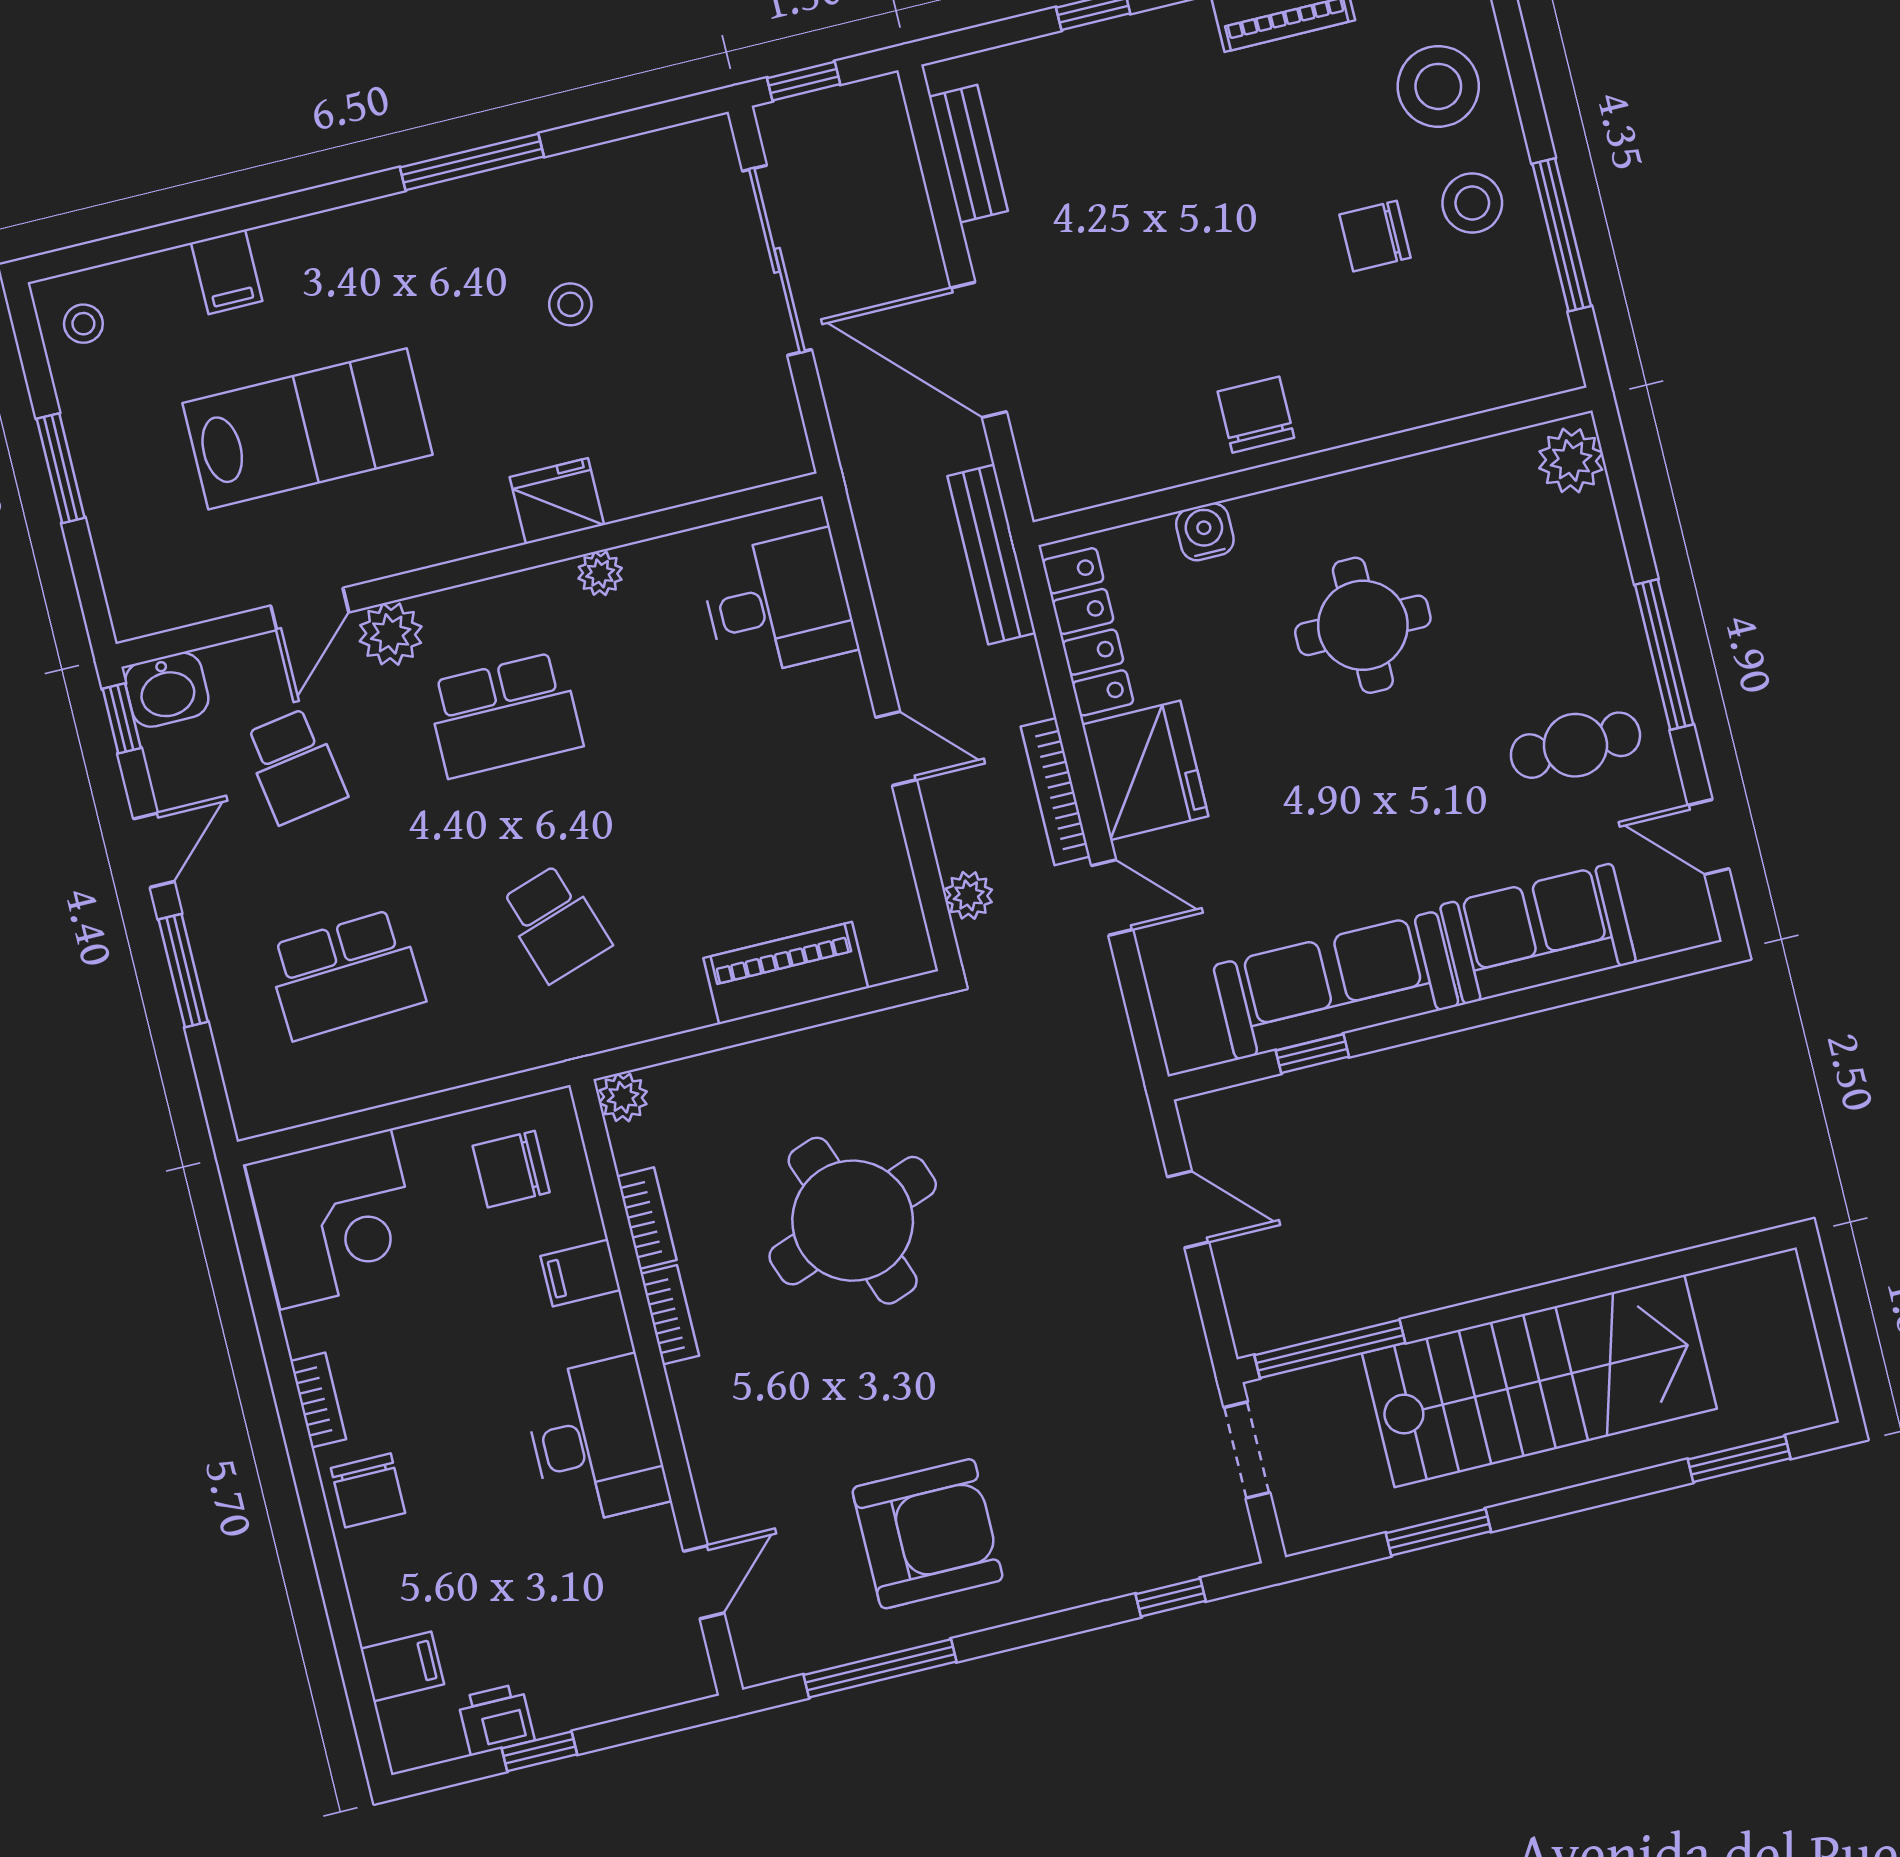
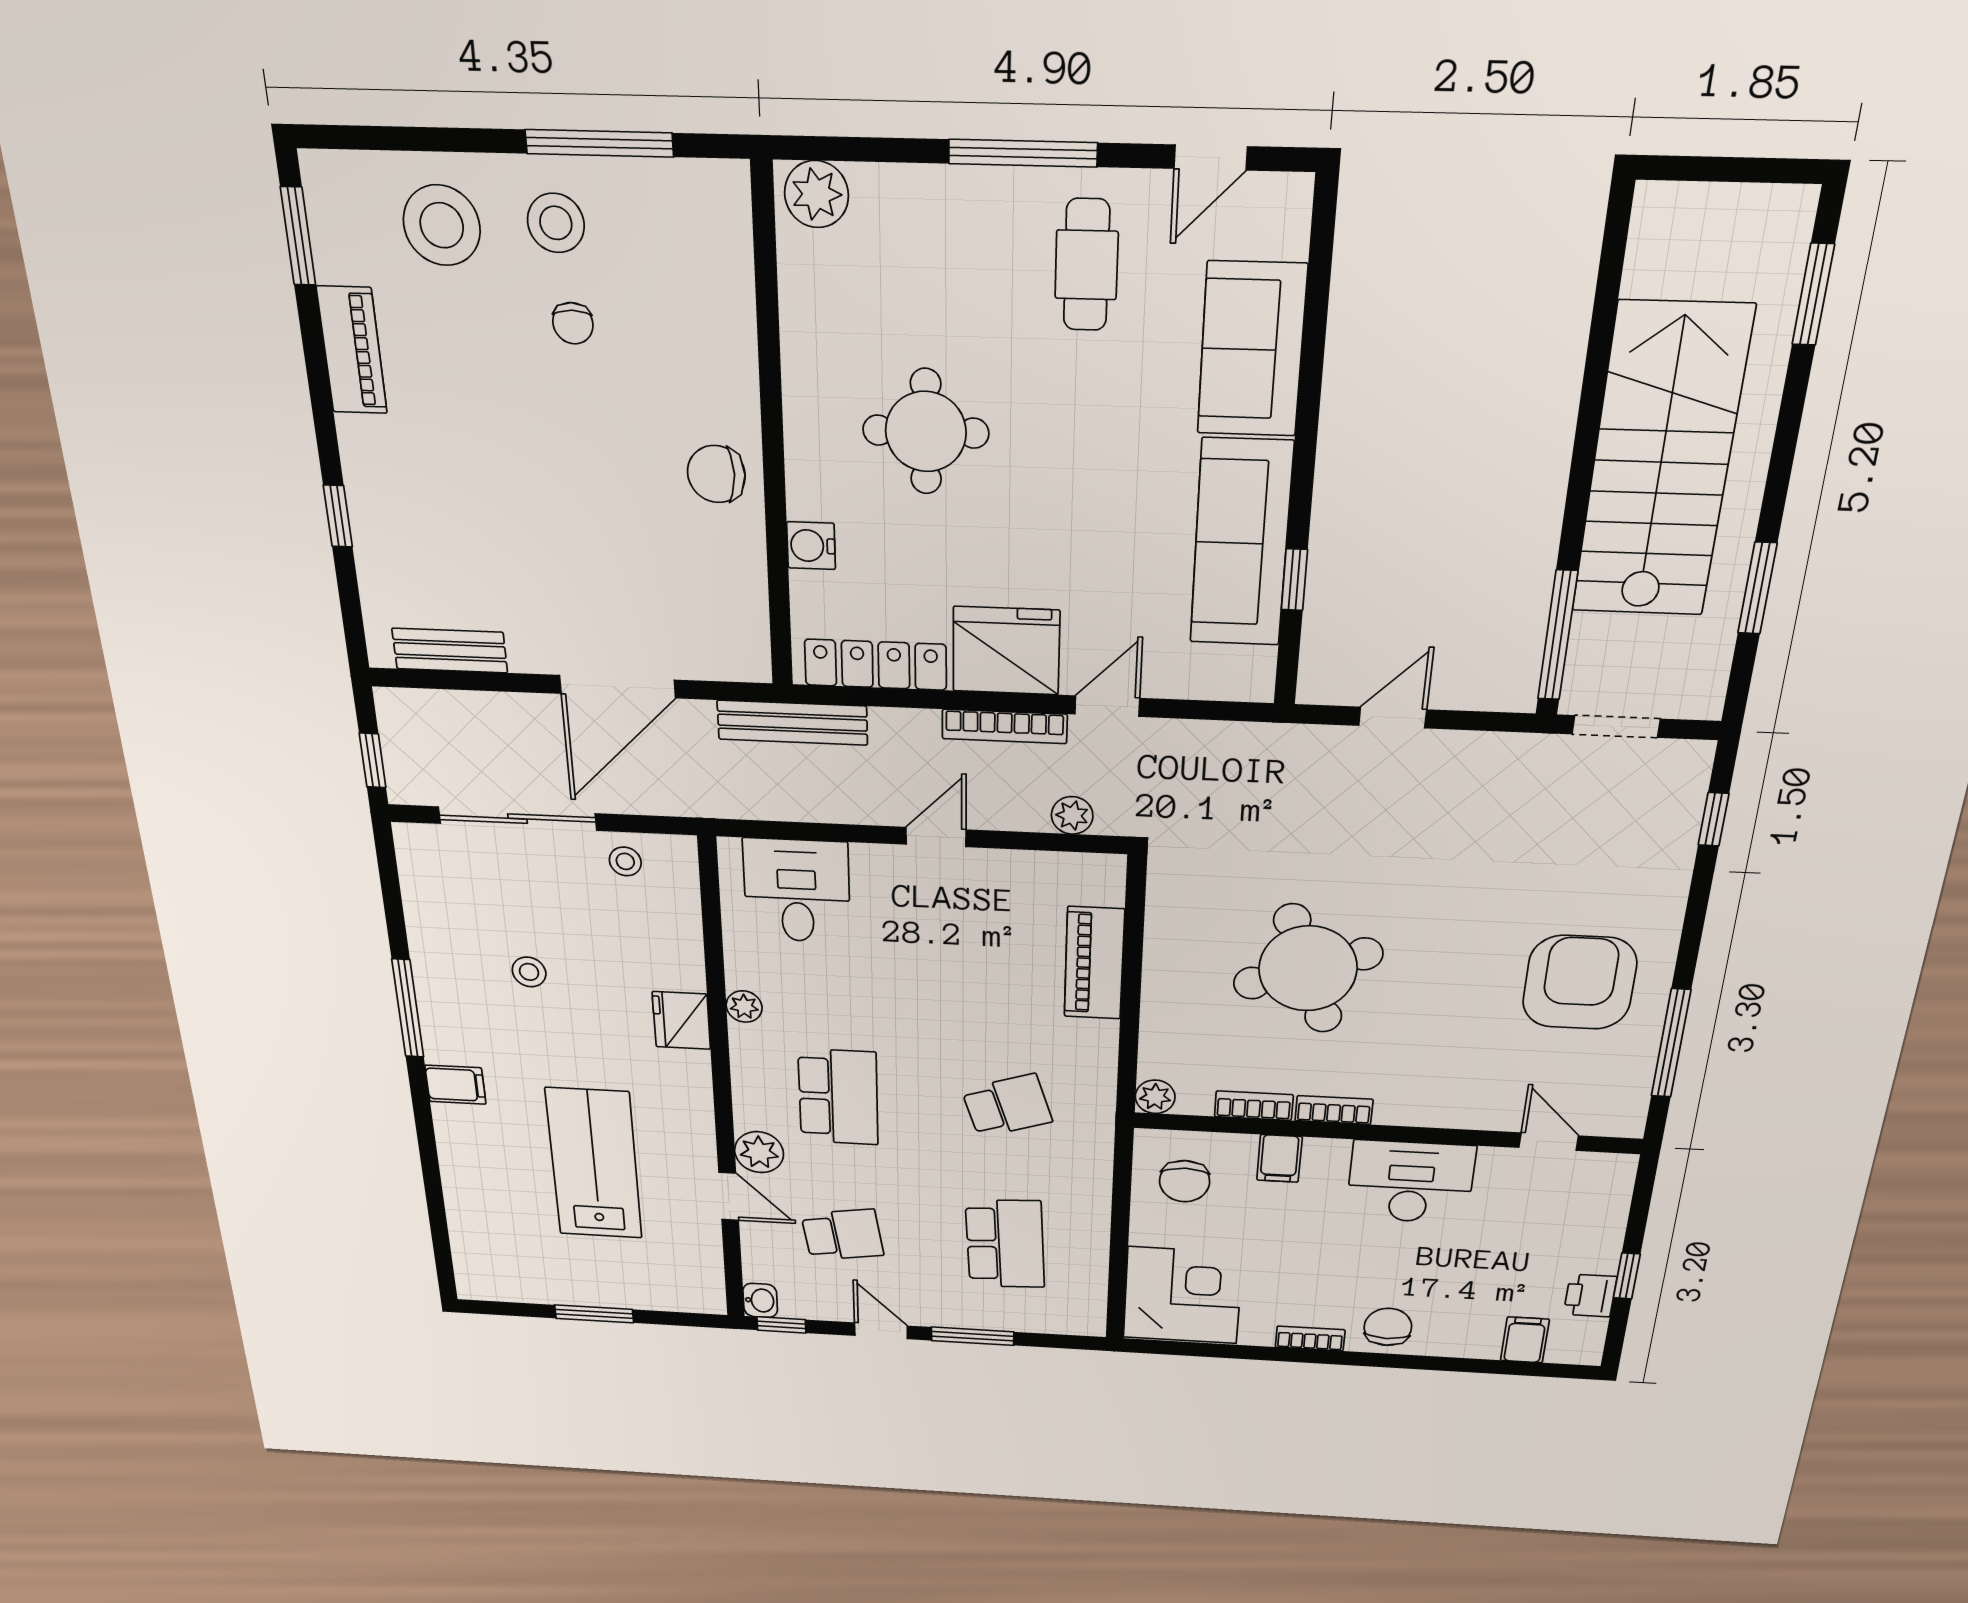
chair: (1375, 236) -> (573, 323), width x0.73, depth x0.73
filing cabinet: (227, 272) -> (455, 1085), moved
stool: (83, 324) -> (625, 861), moved
washbasin: (167, 690) -> (760, 1300), width x0.72, depth x0.69
chair: (368, 1490) -> (1388, 1327), turned -90

